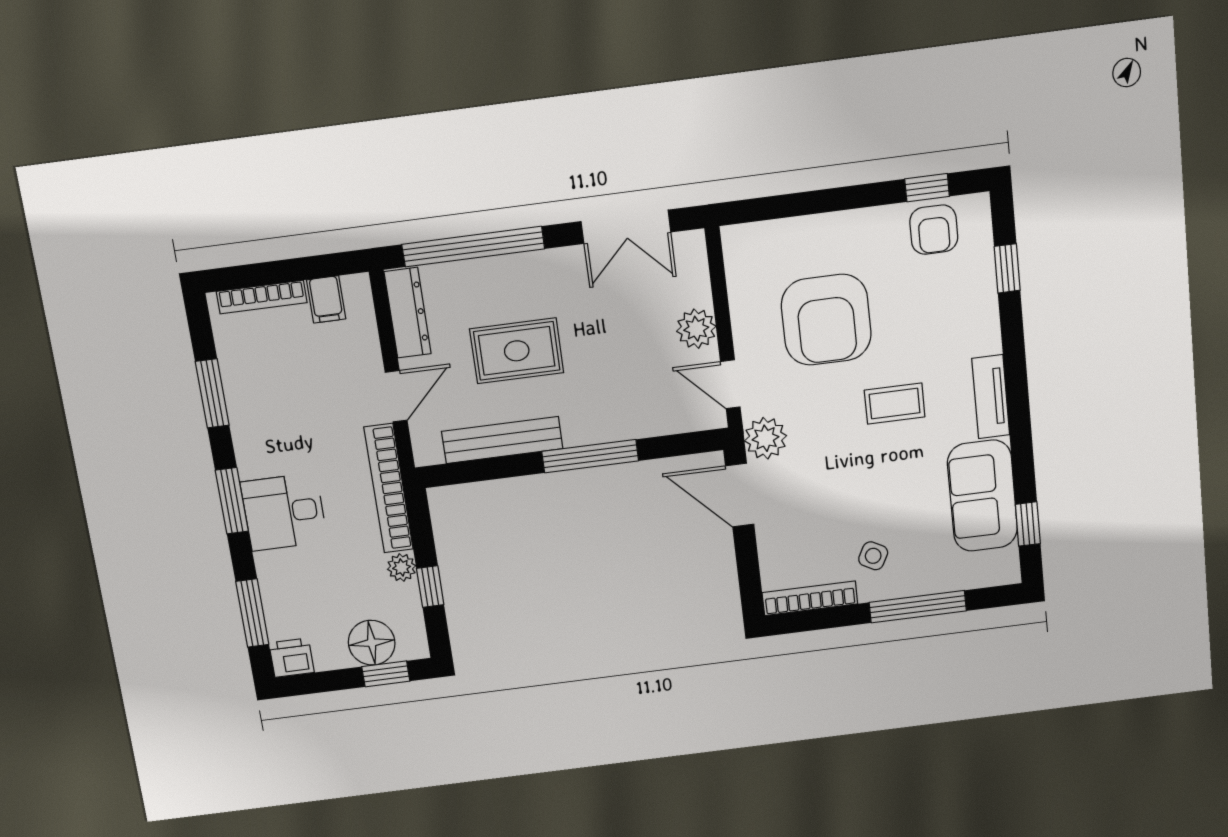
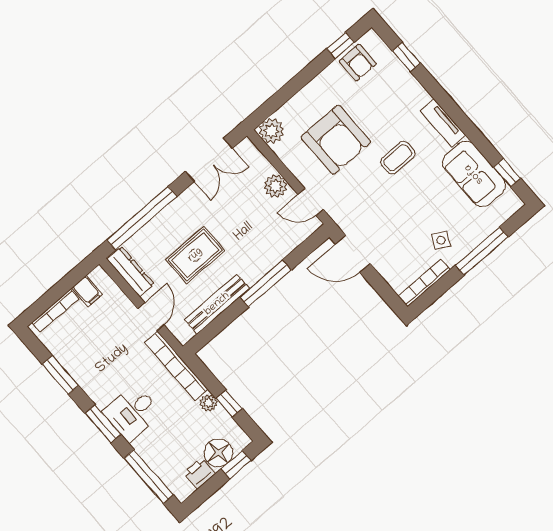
plant: (766, 438) -> (271, 131), moved
window: (252, 613) -> (149, 477), width x1.44
printer: (292, 658) -> (199, 473), moved

